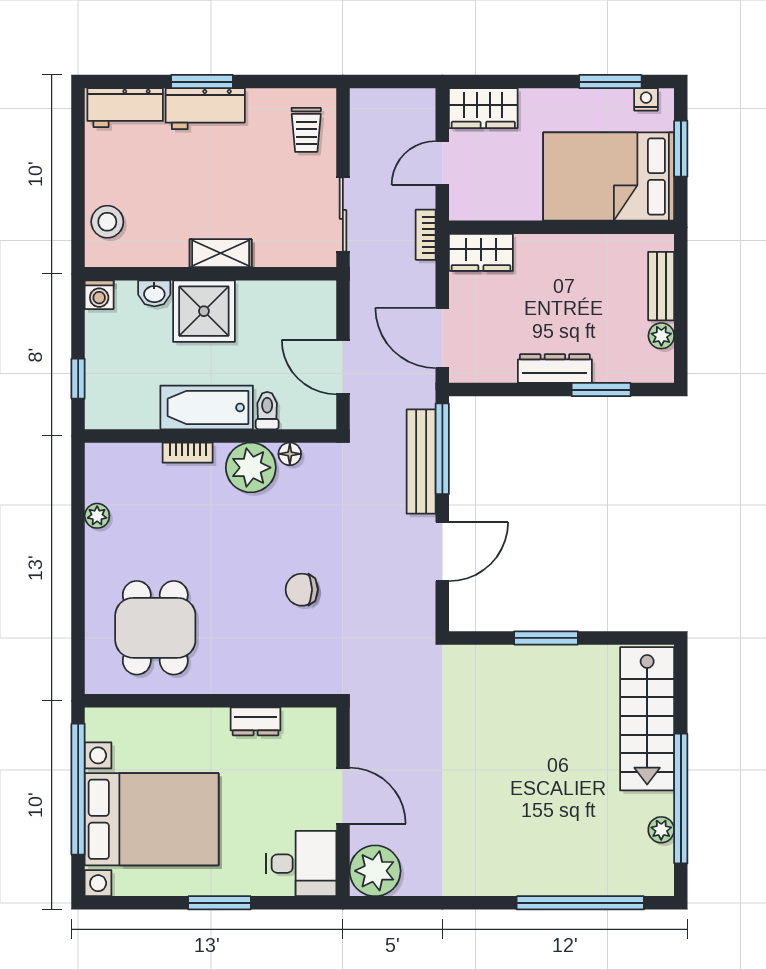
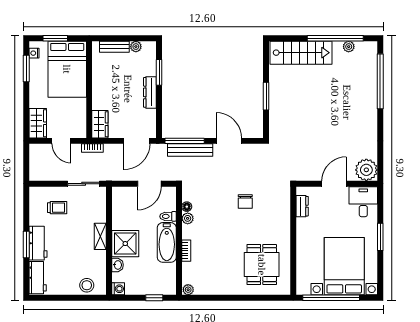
trolley: (306, 130) -> (57, 208), moved
plant: (251, 468) -> (188, 218), width x0.53, depth x0.53
plant: (97, 516) -> (188, 290), moved
dining table: (155, 628) -> (262, 265), turned 90
dresser: (256, 721) -> (302, 206), moved

